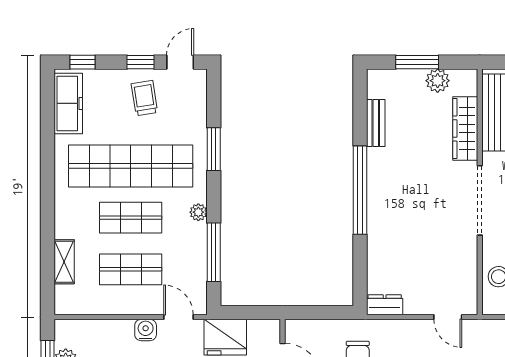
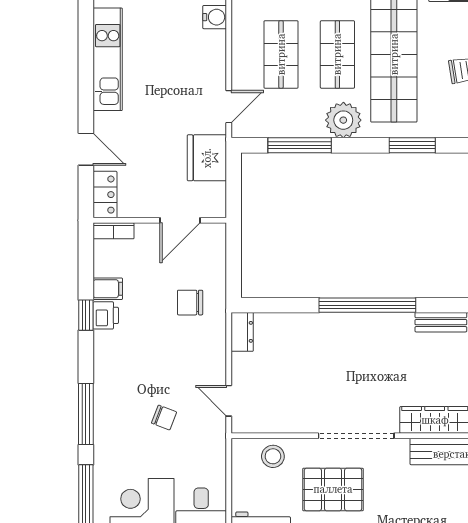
plant: (198, 212) -> (343, 120), width x1.88, depth x1.88
door: (448, 317) -> (229, 401), hinge flipped
water cooler: (146, 330) -> (215, 17), moved

